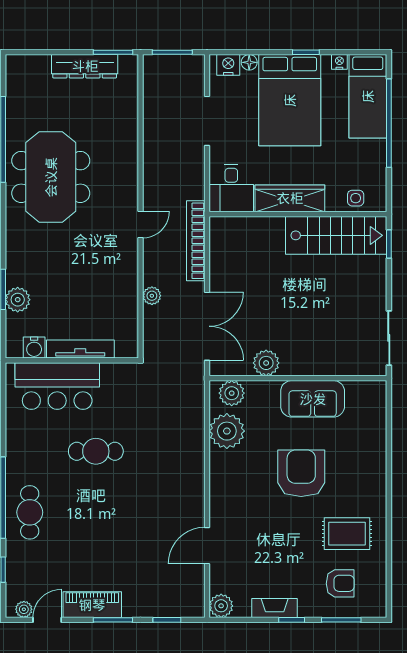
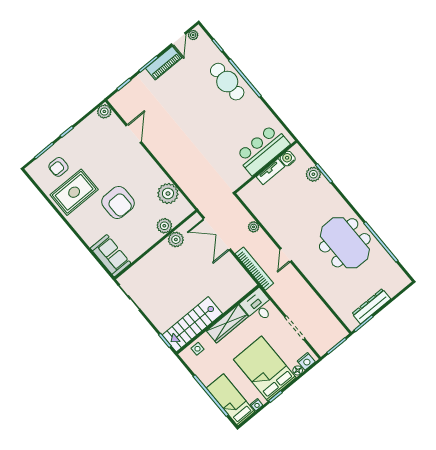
tv unit: (80, 349) -> (270, 172), width x0.71
plant: (232, 393) -> (164, 226), moved
sofa: (313, 399) -> (111, 256), moved, turned 90
cafe table: (96, 451) -> (220, 135), removed
cafe table: (30, 512) -> (227, 82), width x1.37, depth x1.35
rug: (347, 534) -> (74, 192), width x1.36, depth x1.43
fireplace: (275, 608) -> (79, 131), removed

